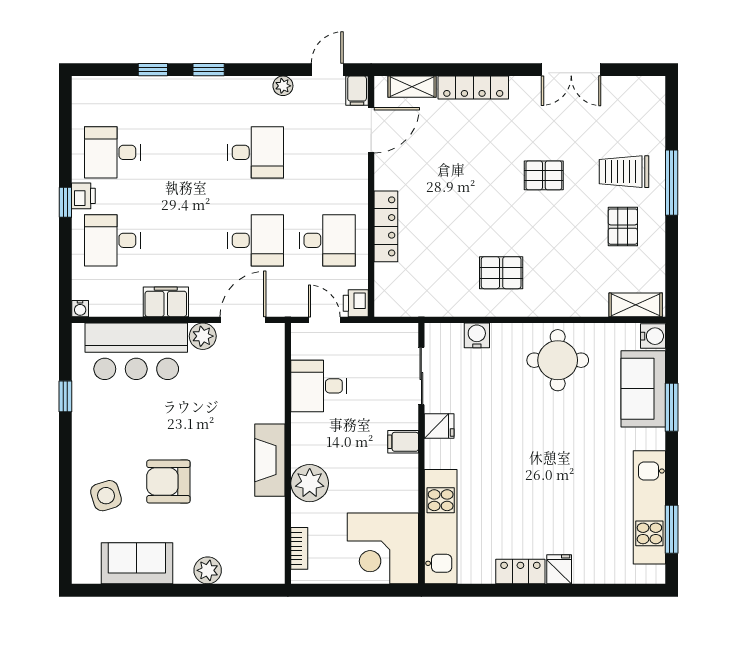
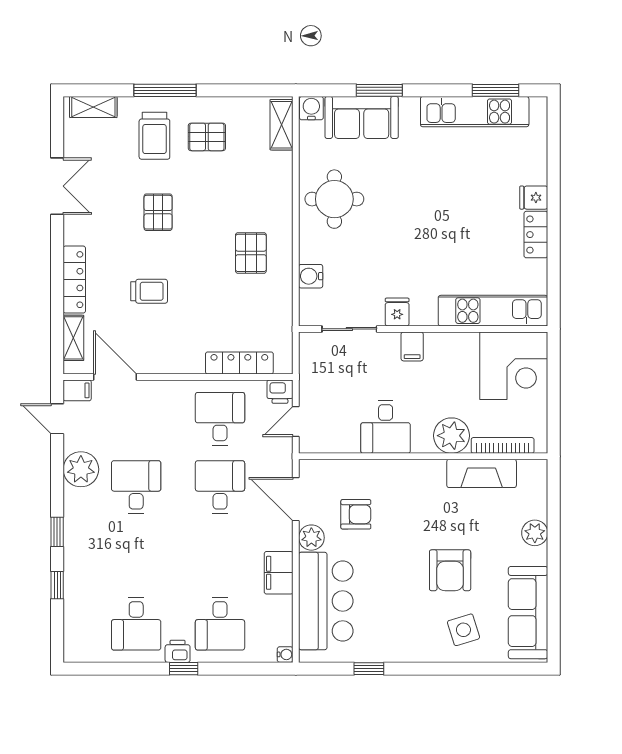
plant: (283, 86) -> (81, 469), width x1.88, depth x1.88
shelving: (654, 107) -> (93, 107), added
trolley: (461, 166) -> (149, 291), added
locker: (386, 226) -> (239, 363), moved
armchair: (227, 383) -> (356, 514), added
desk: (319, 386) -> (386, 427), moved
fireplace: (270, 460) -> (482, 473), moved
bookcase: (299, 548) -> (503, 445), width x1.56
sofa: (137, 563) -> (528, 613), width x1.36

